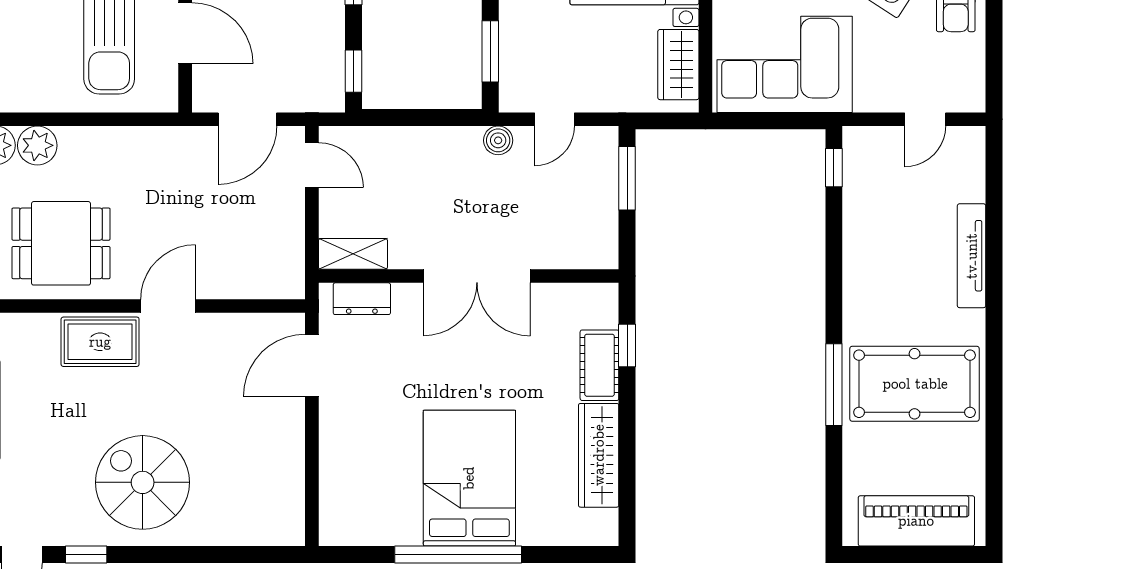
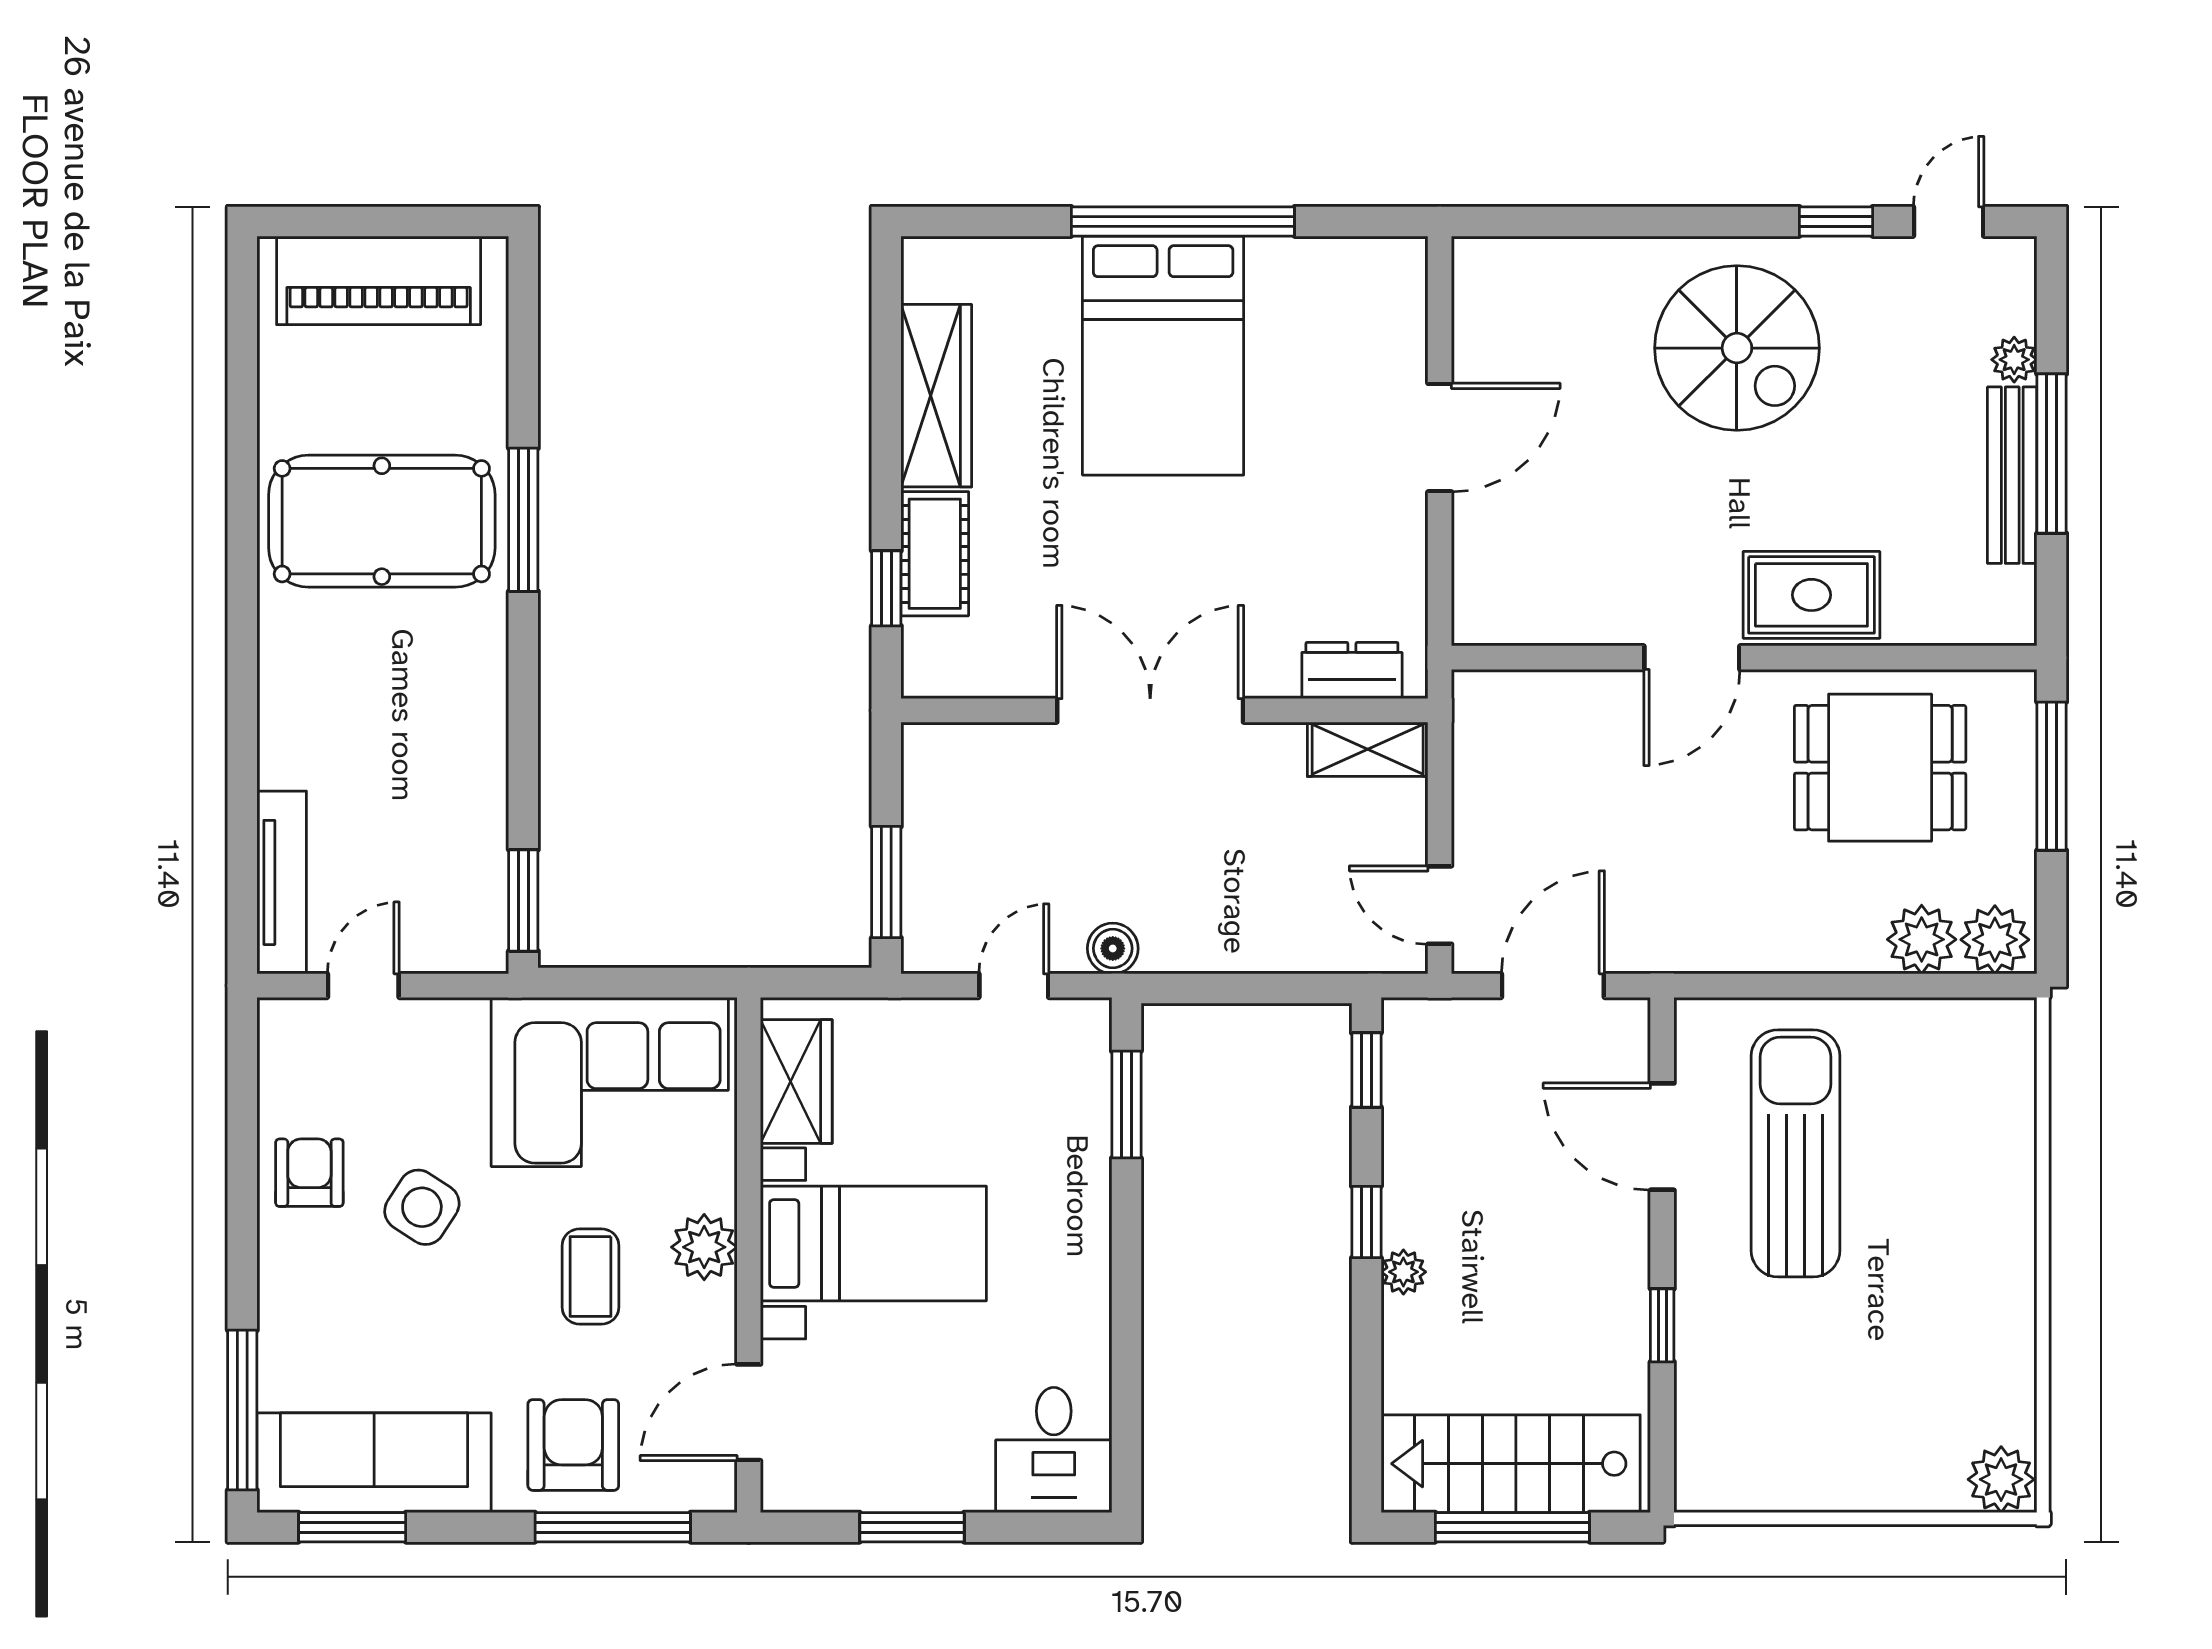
window: (834, 168) -> (523, 900), width x1.50
tv unit: (972, 256) -> (282, 882), moved
door: (312, 365) -> (1440, 438), moved

